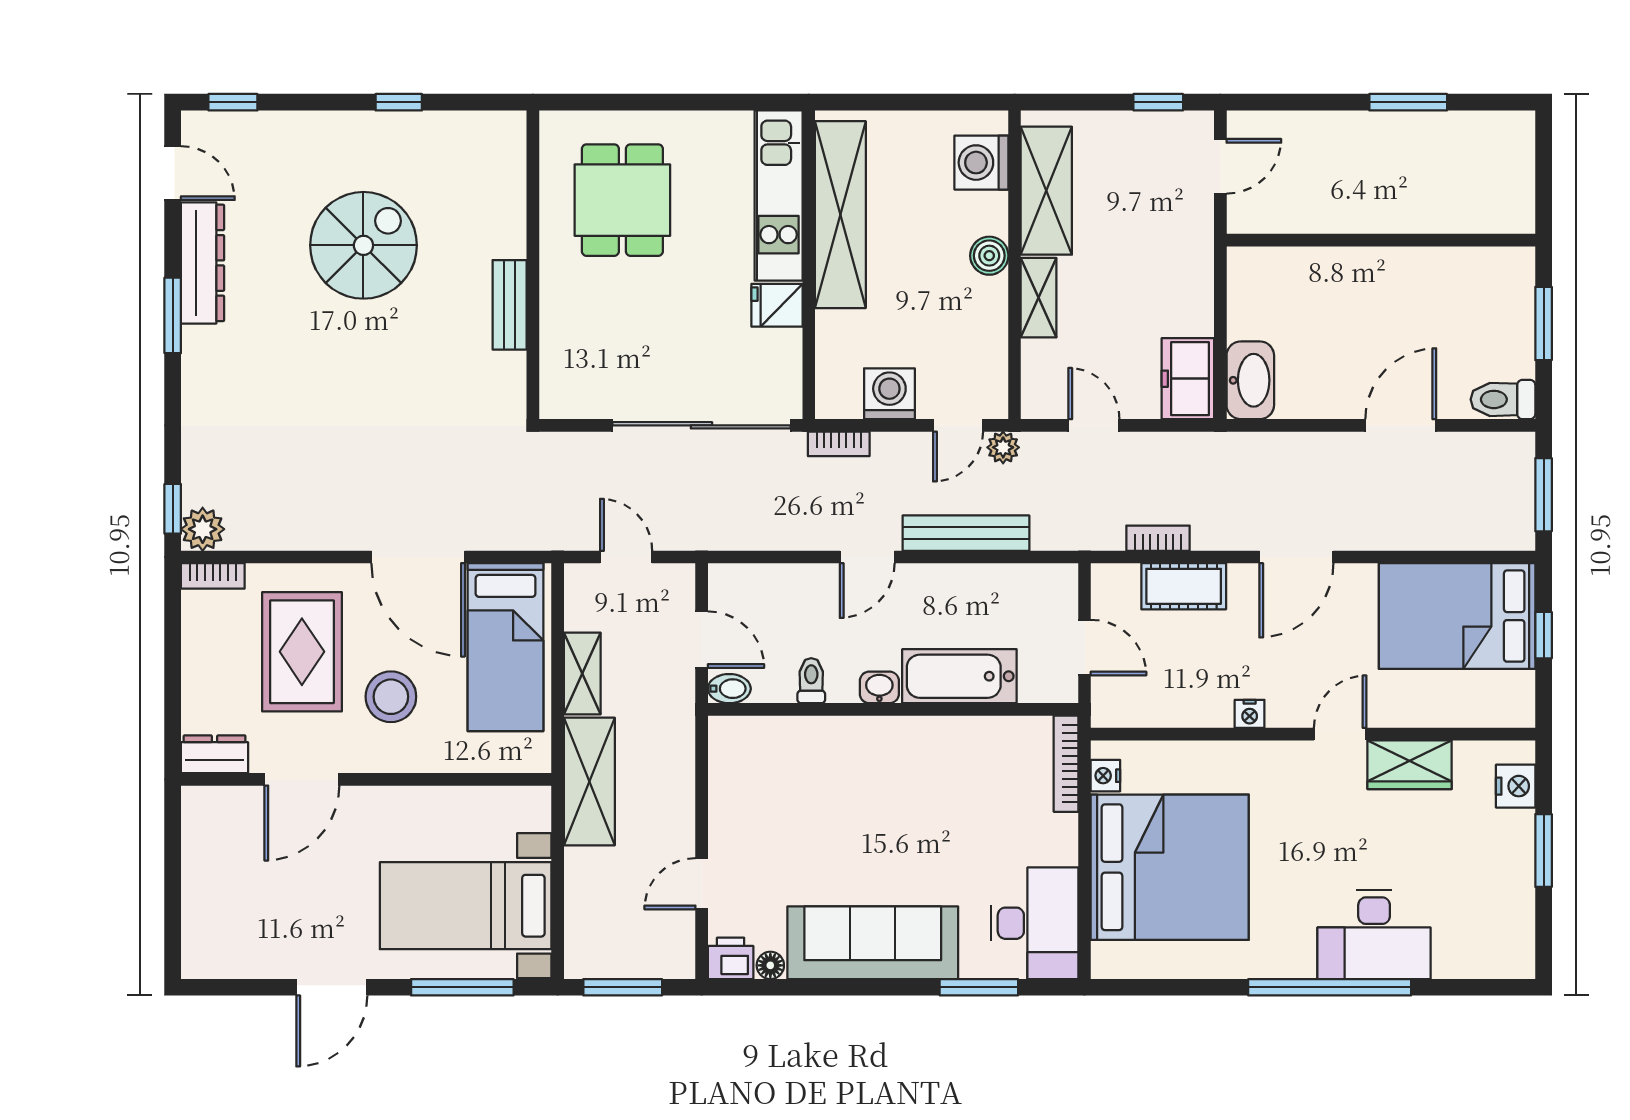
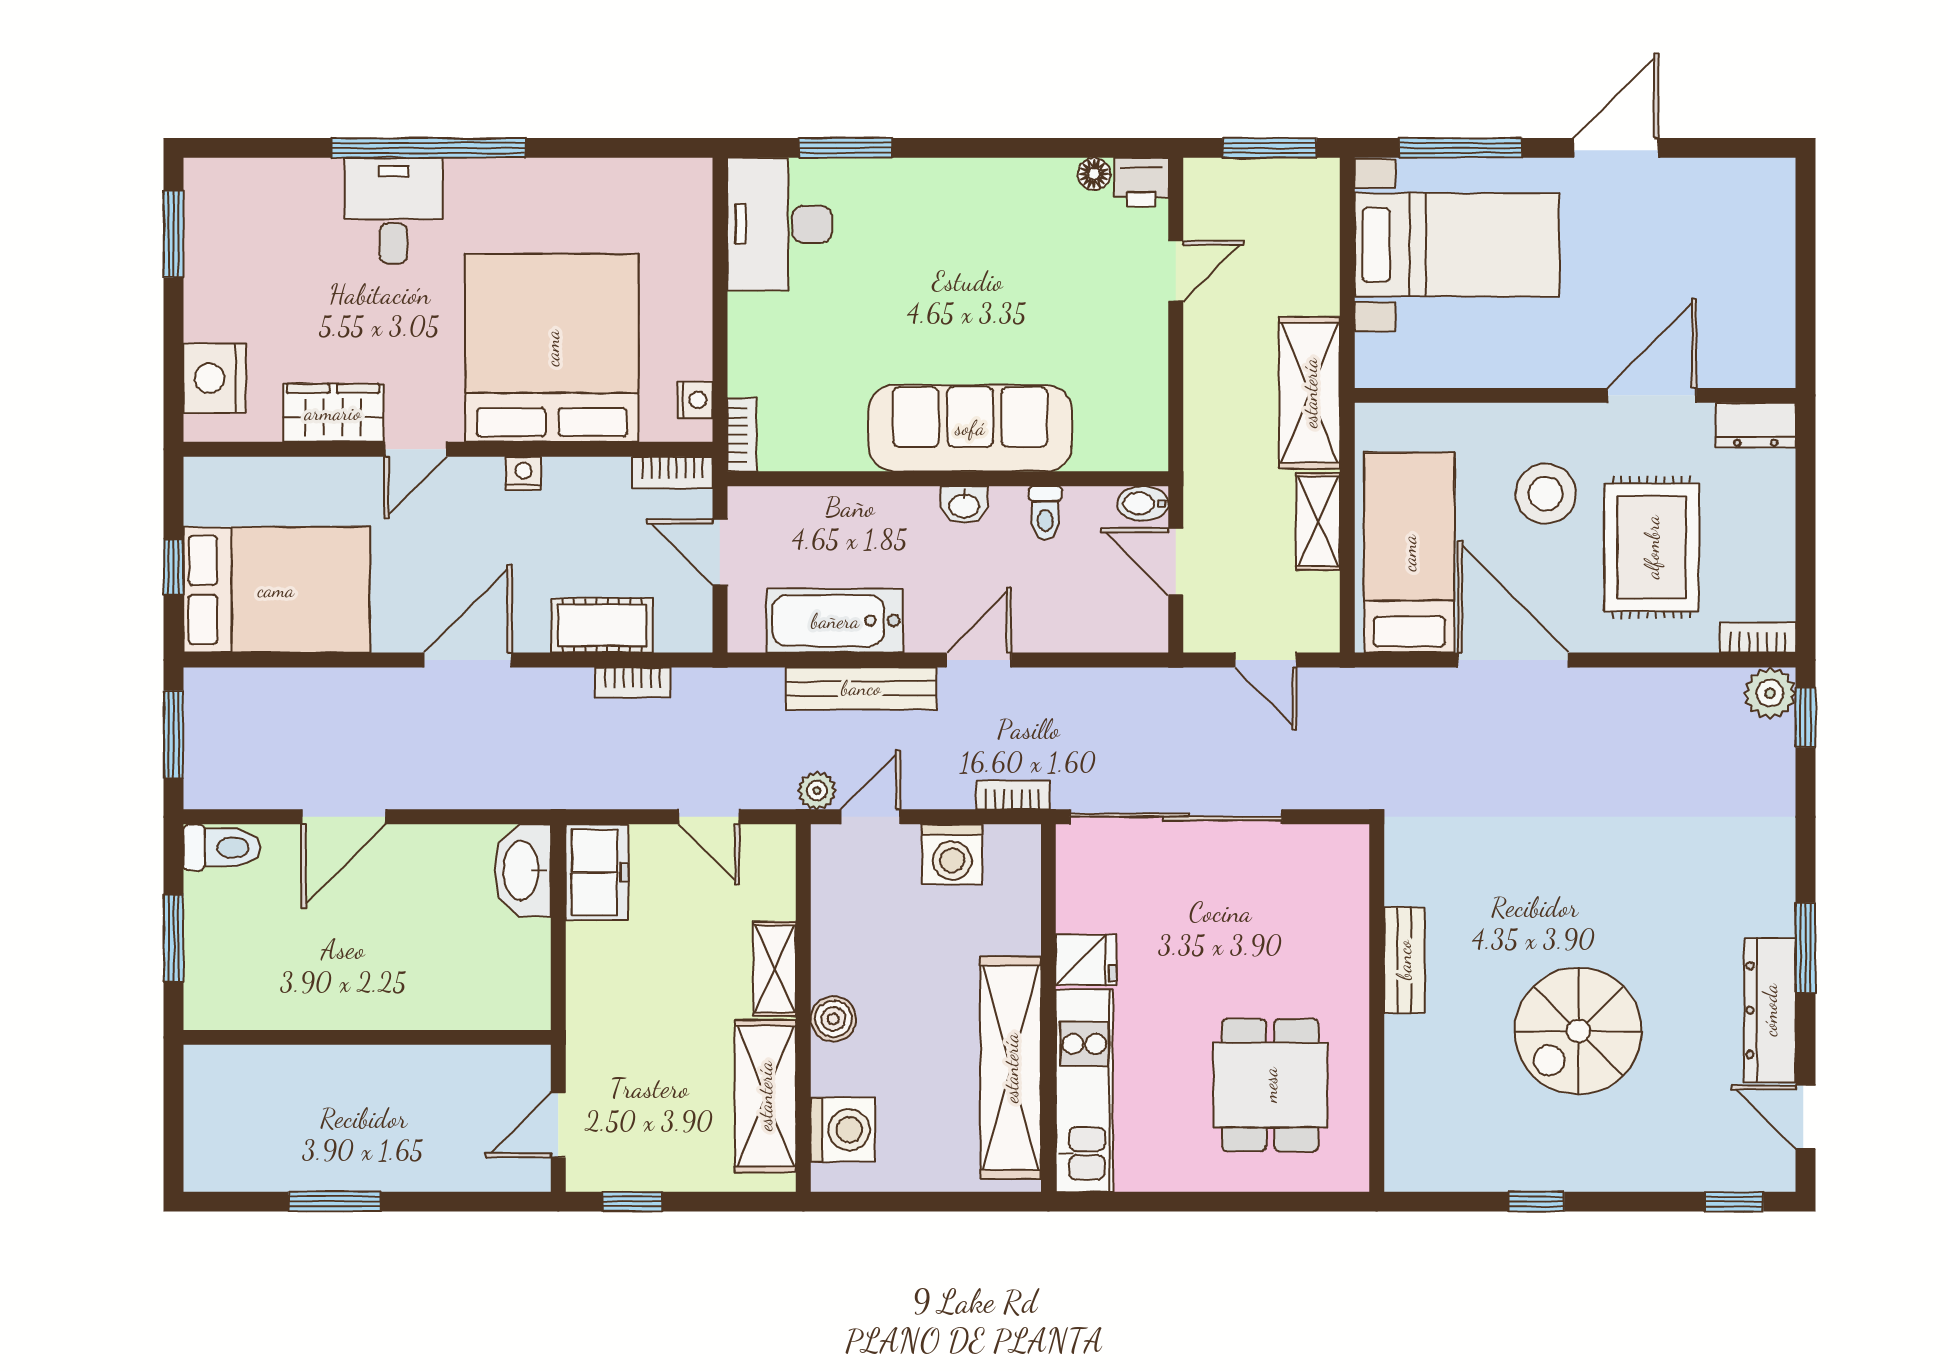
bathtub: (959, 676) -> (835, 621), moved, turned 180
bookcase: (1124, 714) -> (673, 473), added
bookcase: (1066, 764) -> (742, 435), width x0.64
nightstand: (1516, 786) -> (214, 378), width x1.36, depth x1.33
window: (1544, 851) -> (174, 234), moved
bed: (1170, 867) -> (552, 348), moved, turned 90
desk: (1374, 935) -> (394, 211), width x0.73
sofa: (873, 943) -> (970, 428), moved, turned 180

